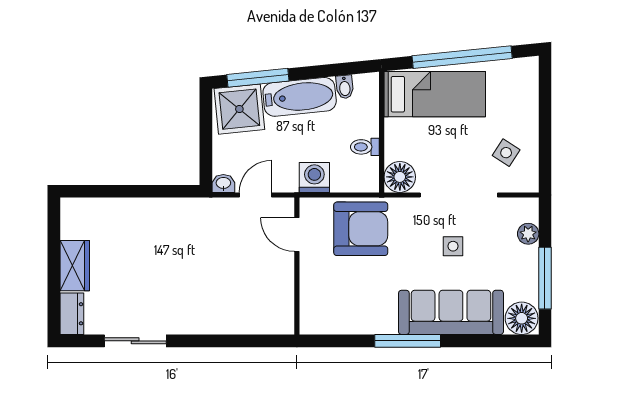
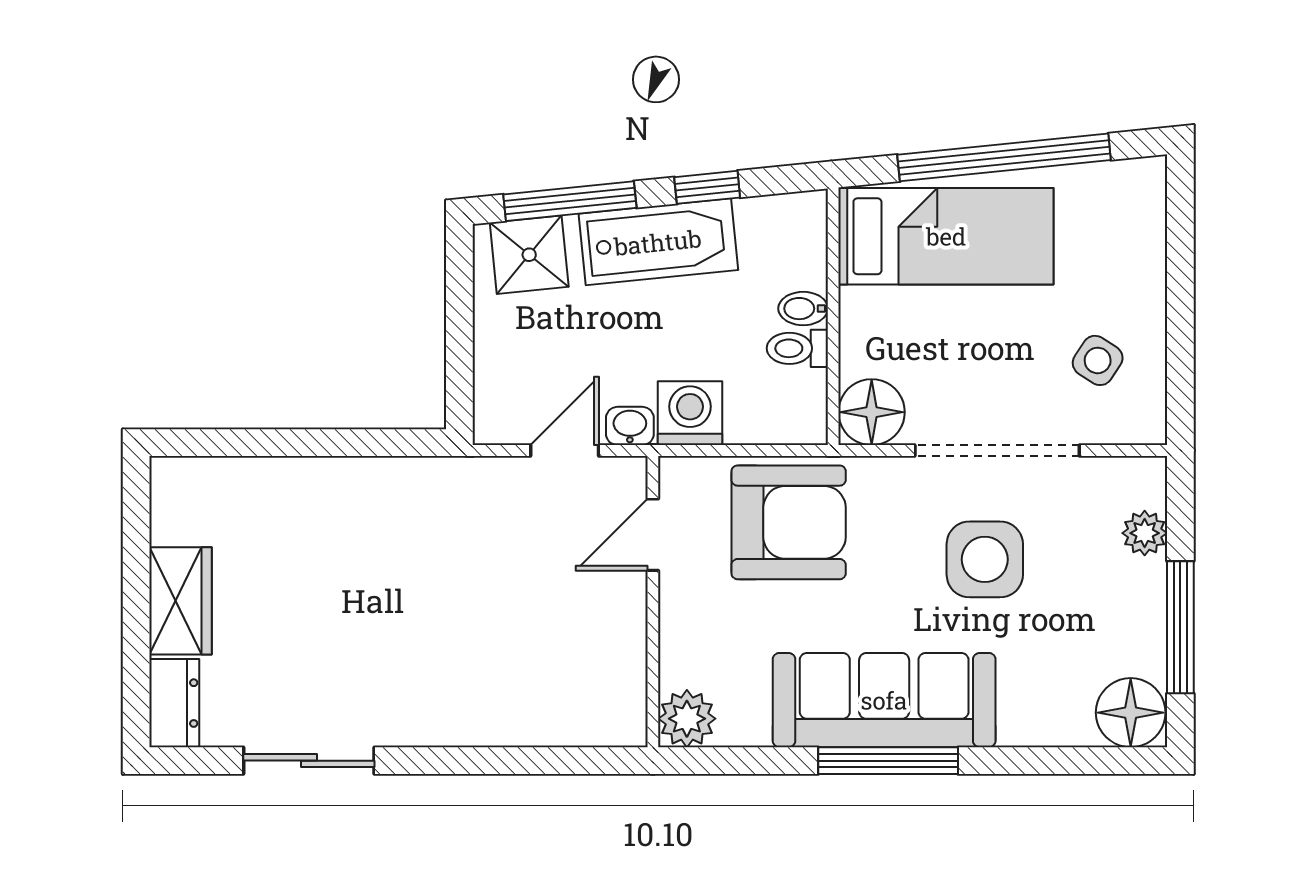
window: (322, 71) -> (707, 187), added
bidet: (345, 87) -> (803, 309), moved, turned 96
shower: (239, 109) -> (529, 255), width x0.73, depth x0.73
washbasin: (223, 183) -> (630, 426), moved
door: (297, 235) -> (653, 535), hinge flipped
side table: (453, 246) -> (985, 559), width x1.87, depth x1.87
sofa: (451, 312) -> (884, 700), moved
plant: (313, 321) -> (687, 719), added

